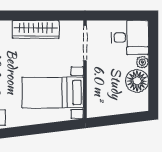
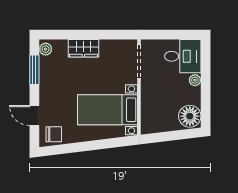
wardrobe: (36, 29) -> (83, 48), width x0.67
floor lamp: (137, 81) -> (190, 116), moved

